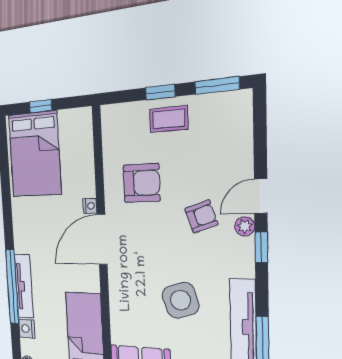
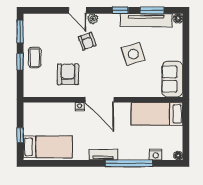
bed: (35, 154) -> (48, 147), width x0.67
armchair: (201, 216) -> (87, 41), turned 180
window: (261, 247) -> (120, 10), moved
tv unit: (24, 286) -> (103, 155), moved, width x0.71

